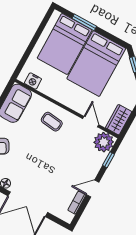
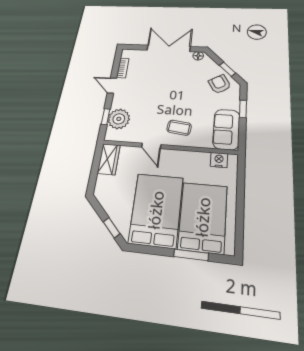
door: (91, 122) -> (151, 146), moved
plant: (104, 142) -> (119, 119), moved
door: (93, 189) -> (112, 86), swing flipped

